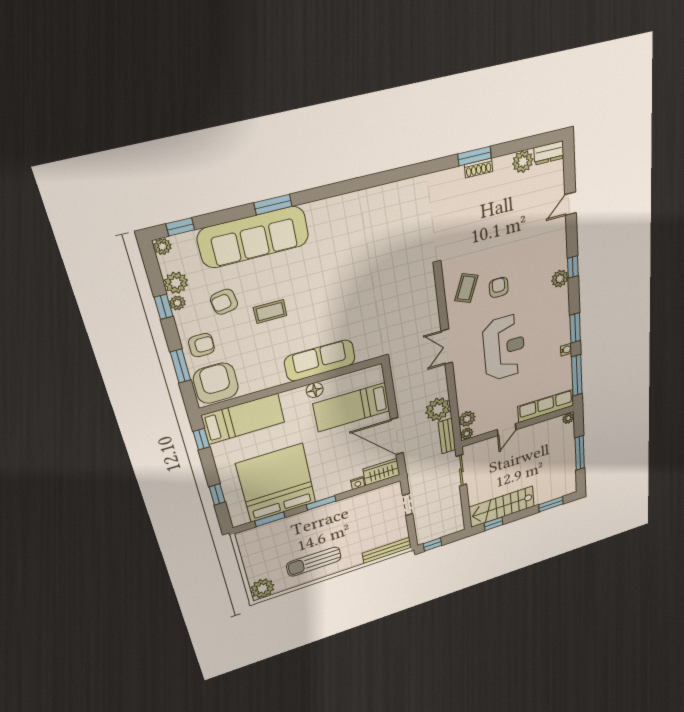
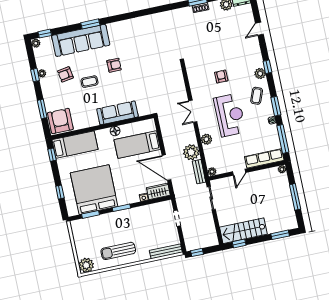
plant: (176, 283) -> (42, 62), removed
coffee table: (466, 288) -> (257, 96), moved
armchair: (201, 345) -> (114, 65), moved
plant: (467, 419) -> (206, 139), moved

